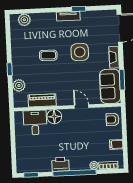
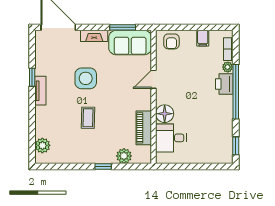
printer: (60, 164) -> (224, 84), moved

